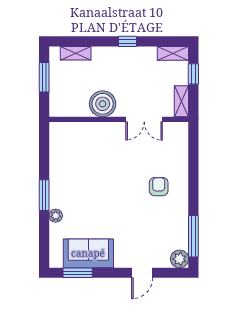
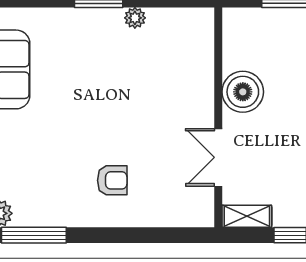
plant: (56, 216) -> (135, 18), moved

